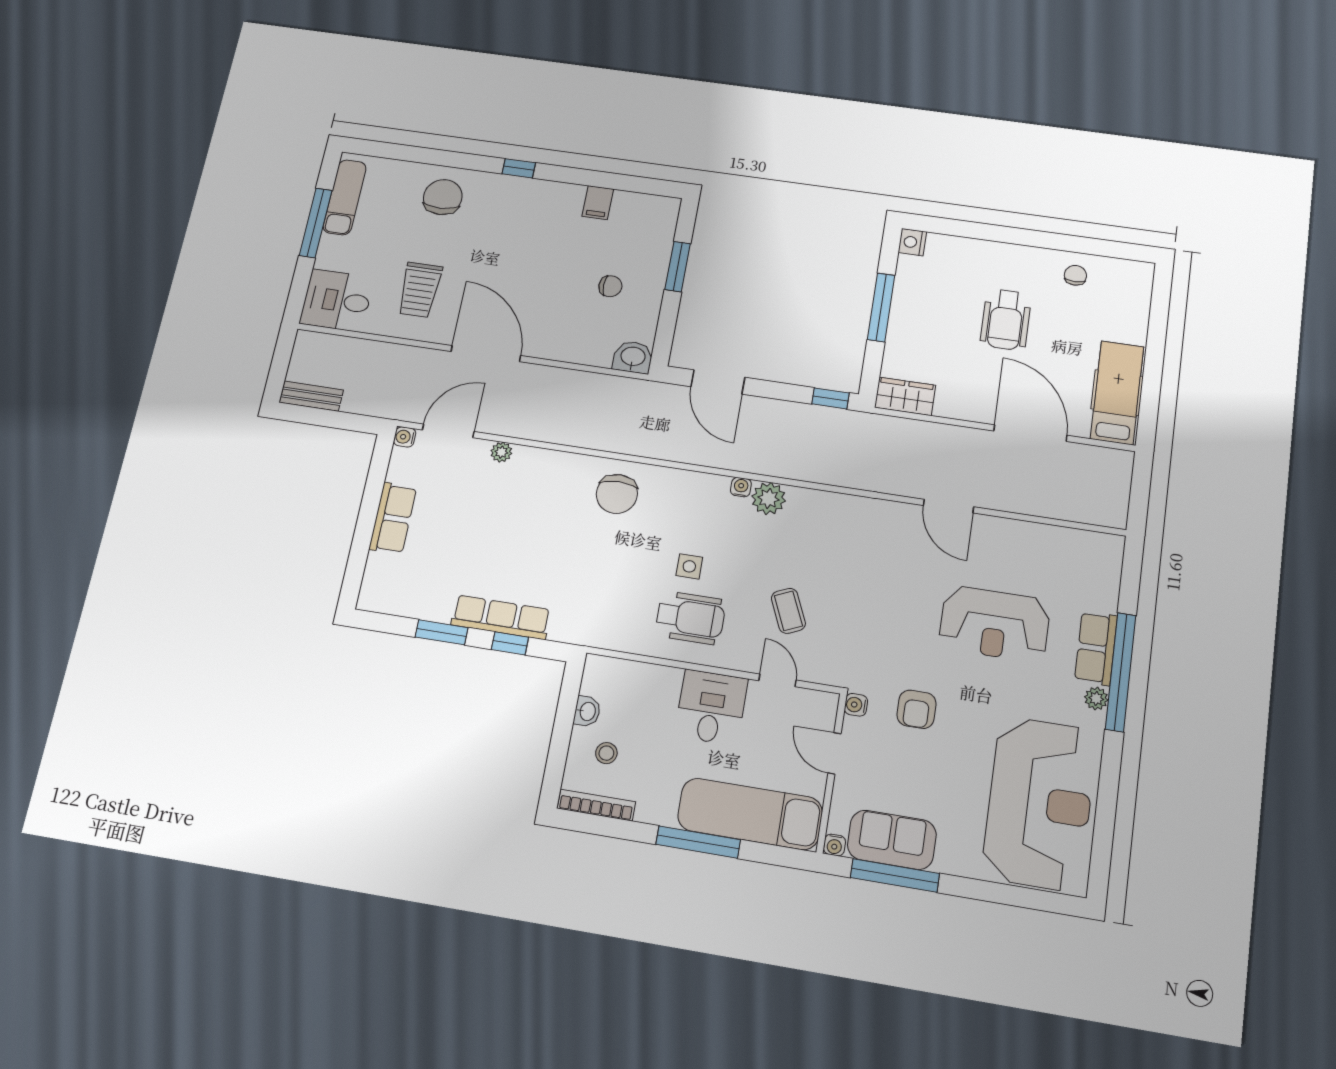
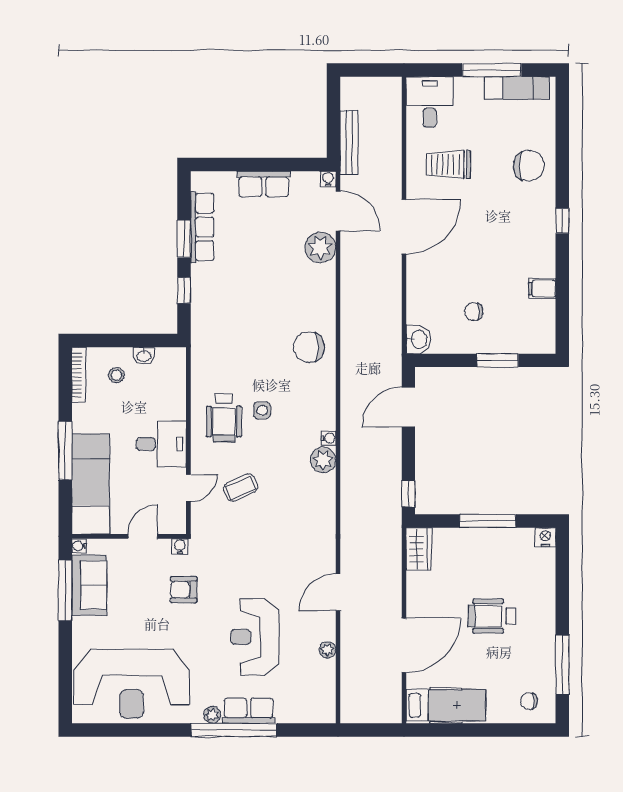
window: (1080, 245) -> (562, 665), added
chair: (1075, 275) -> (529, 701), moved, turned 180
chair: (610, 286) -> (474, 312), turned 90
bench: (311, 396) -> (349, 142), moved, width x1.36
plant: (501, 452) -> (320, 247), width x1.88, depth x1.88
plant: (1024, 531) -> (328, 650), added
row of seats: (501, 617) -> (202, 227), moved

